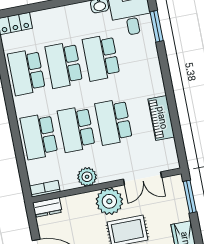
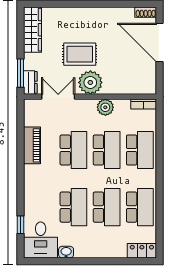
window: (157, 26) -> (21, 225), width x0.67
dresser: (47, 207) -> (30, 82), moved, turned 90

